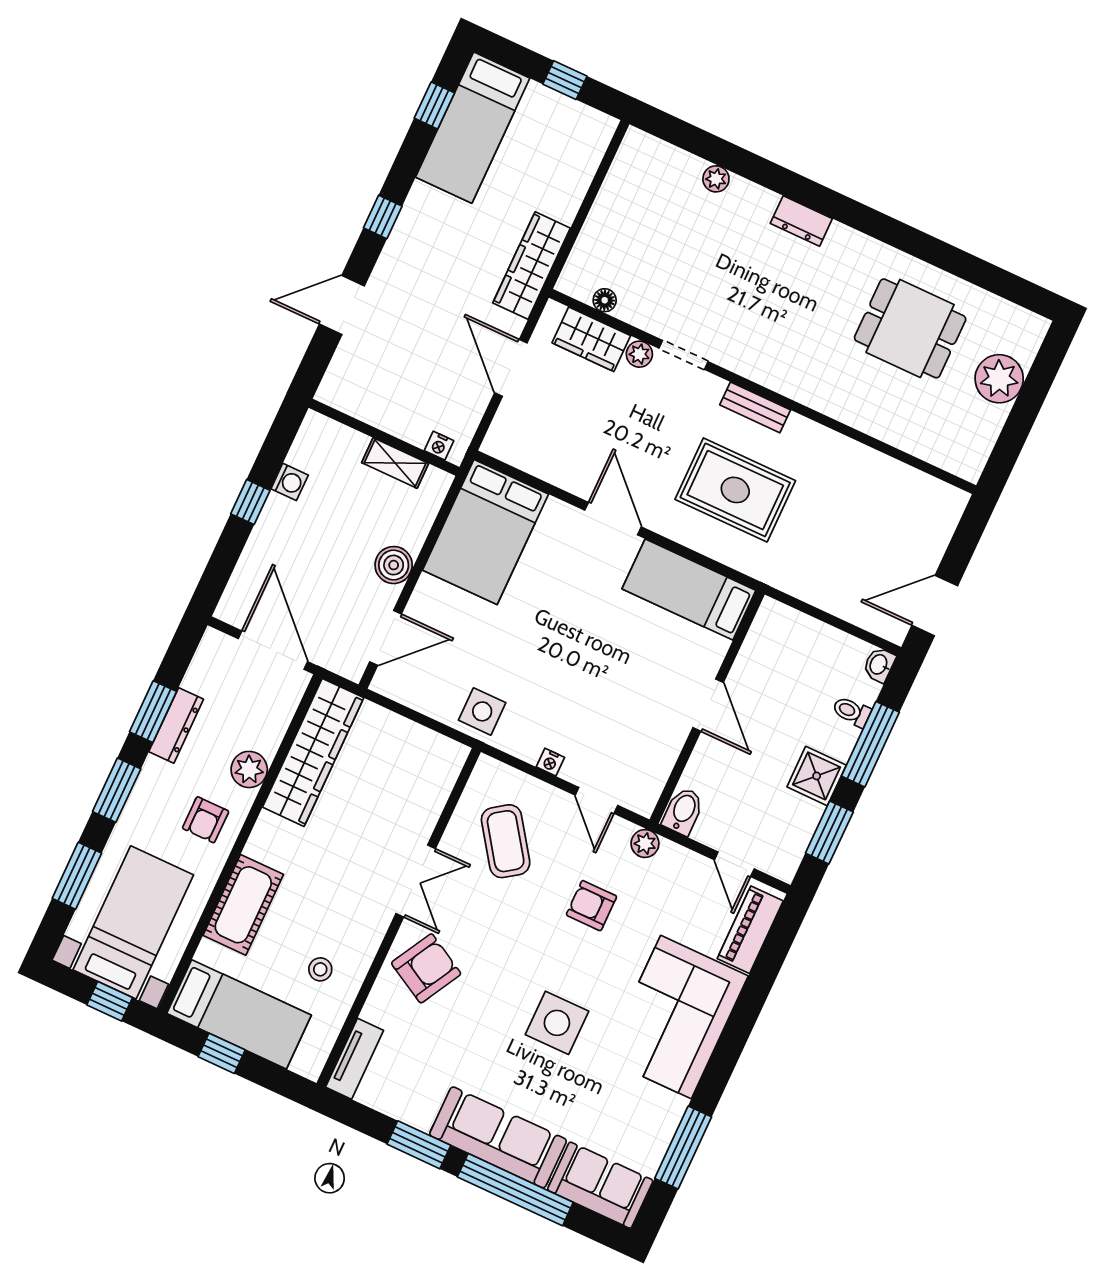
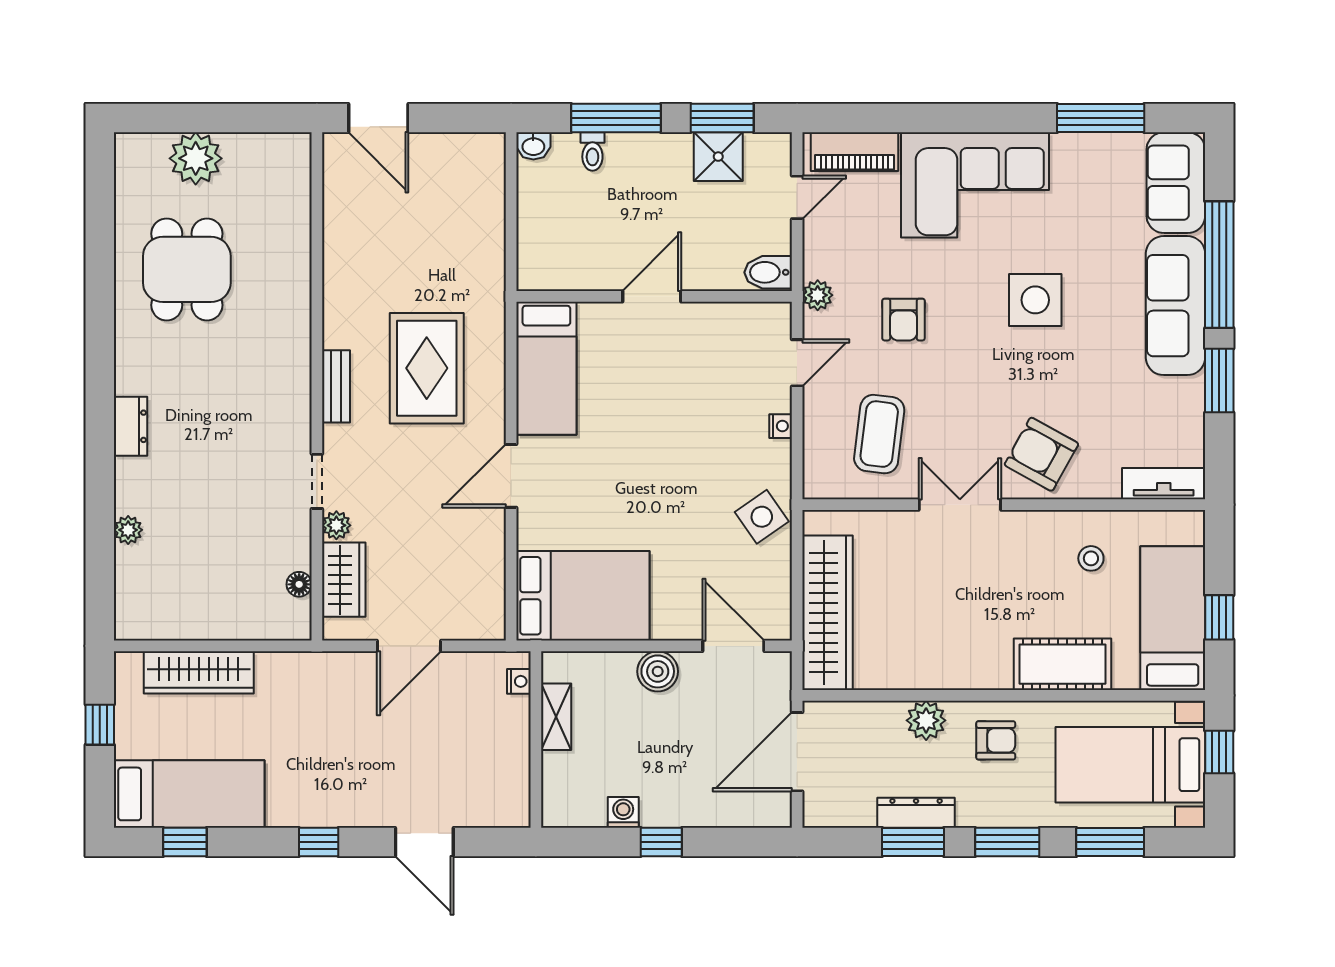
wardrobe: (532, 266) -> (199, 672), moved
door: (935, 606) -> (378, 118), moved
side table: (482, 711) -> (762, 517), turned -35
wardrobe: (313, 752) -> (828, 613), moved, turned 90
shower: (817, 776) -> (718, 157), moved
coffee table: (506, 841) -> (879, 434), turned -48

